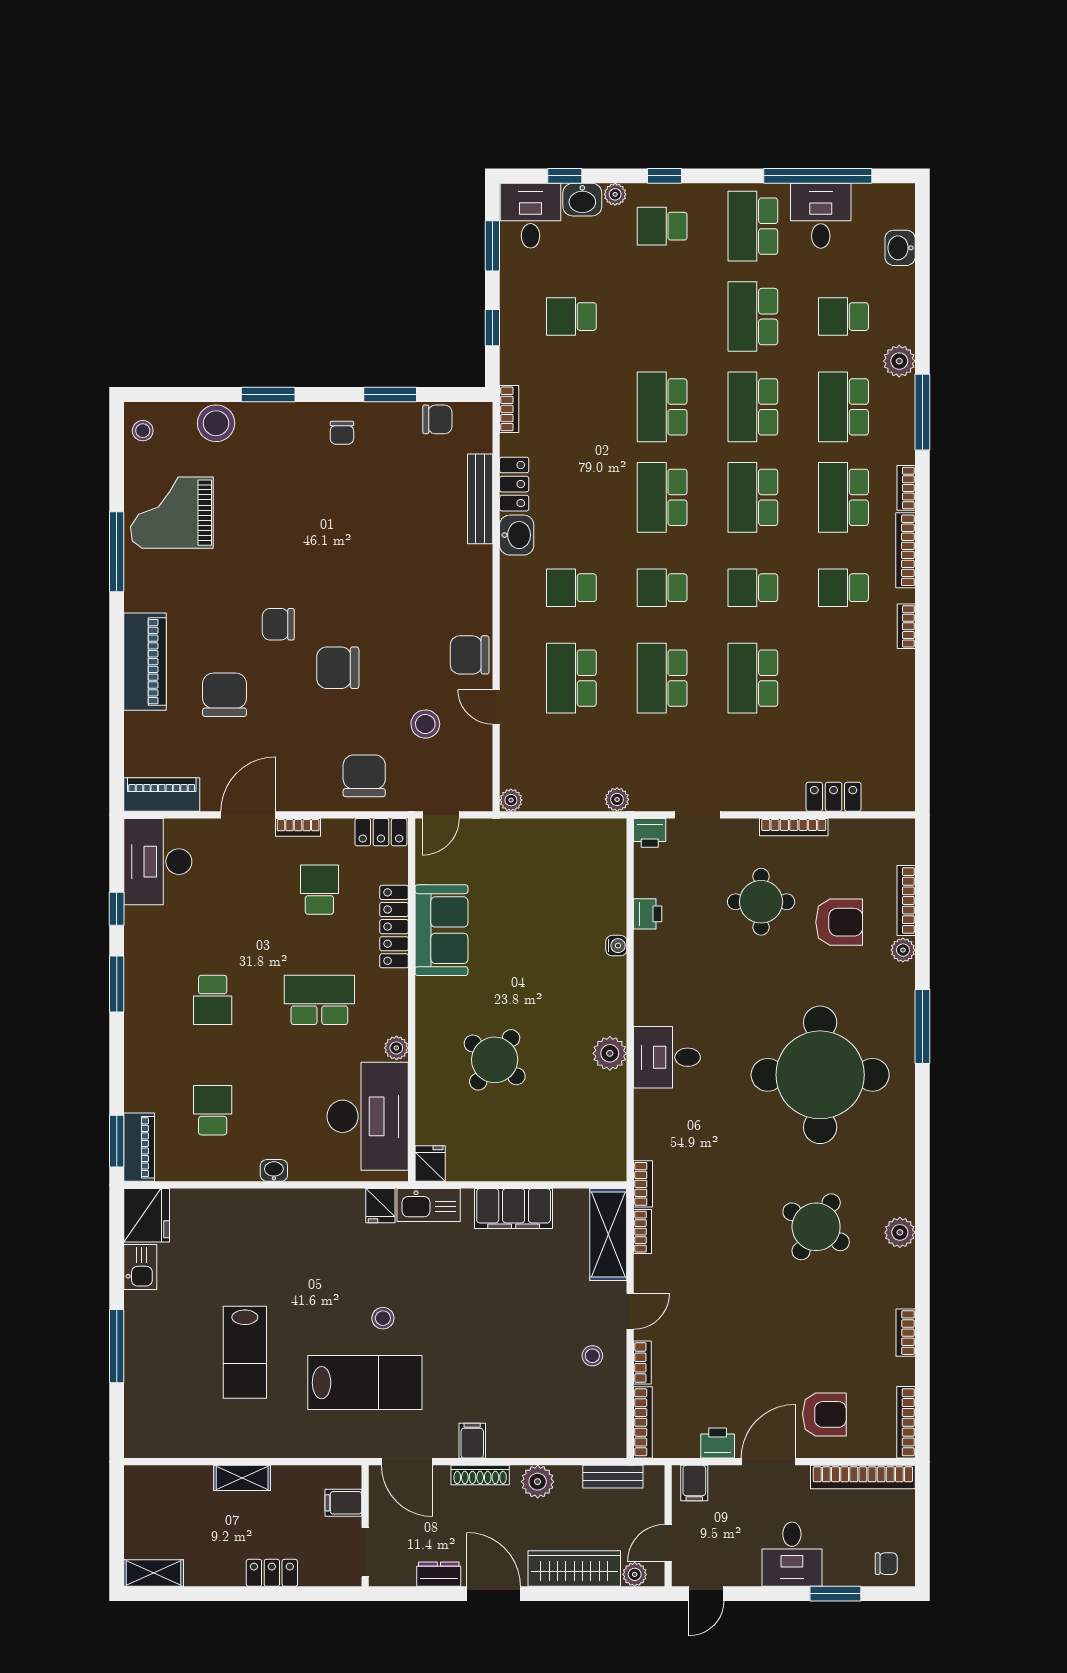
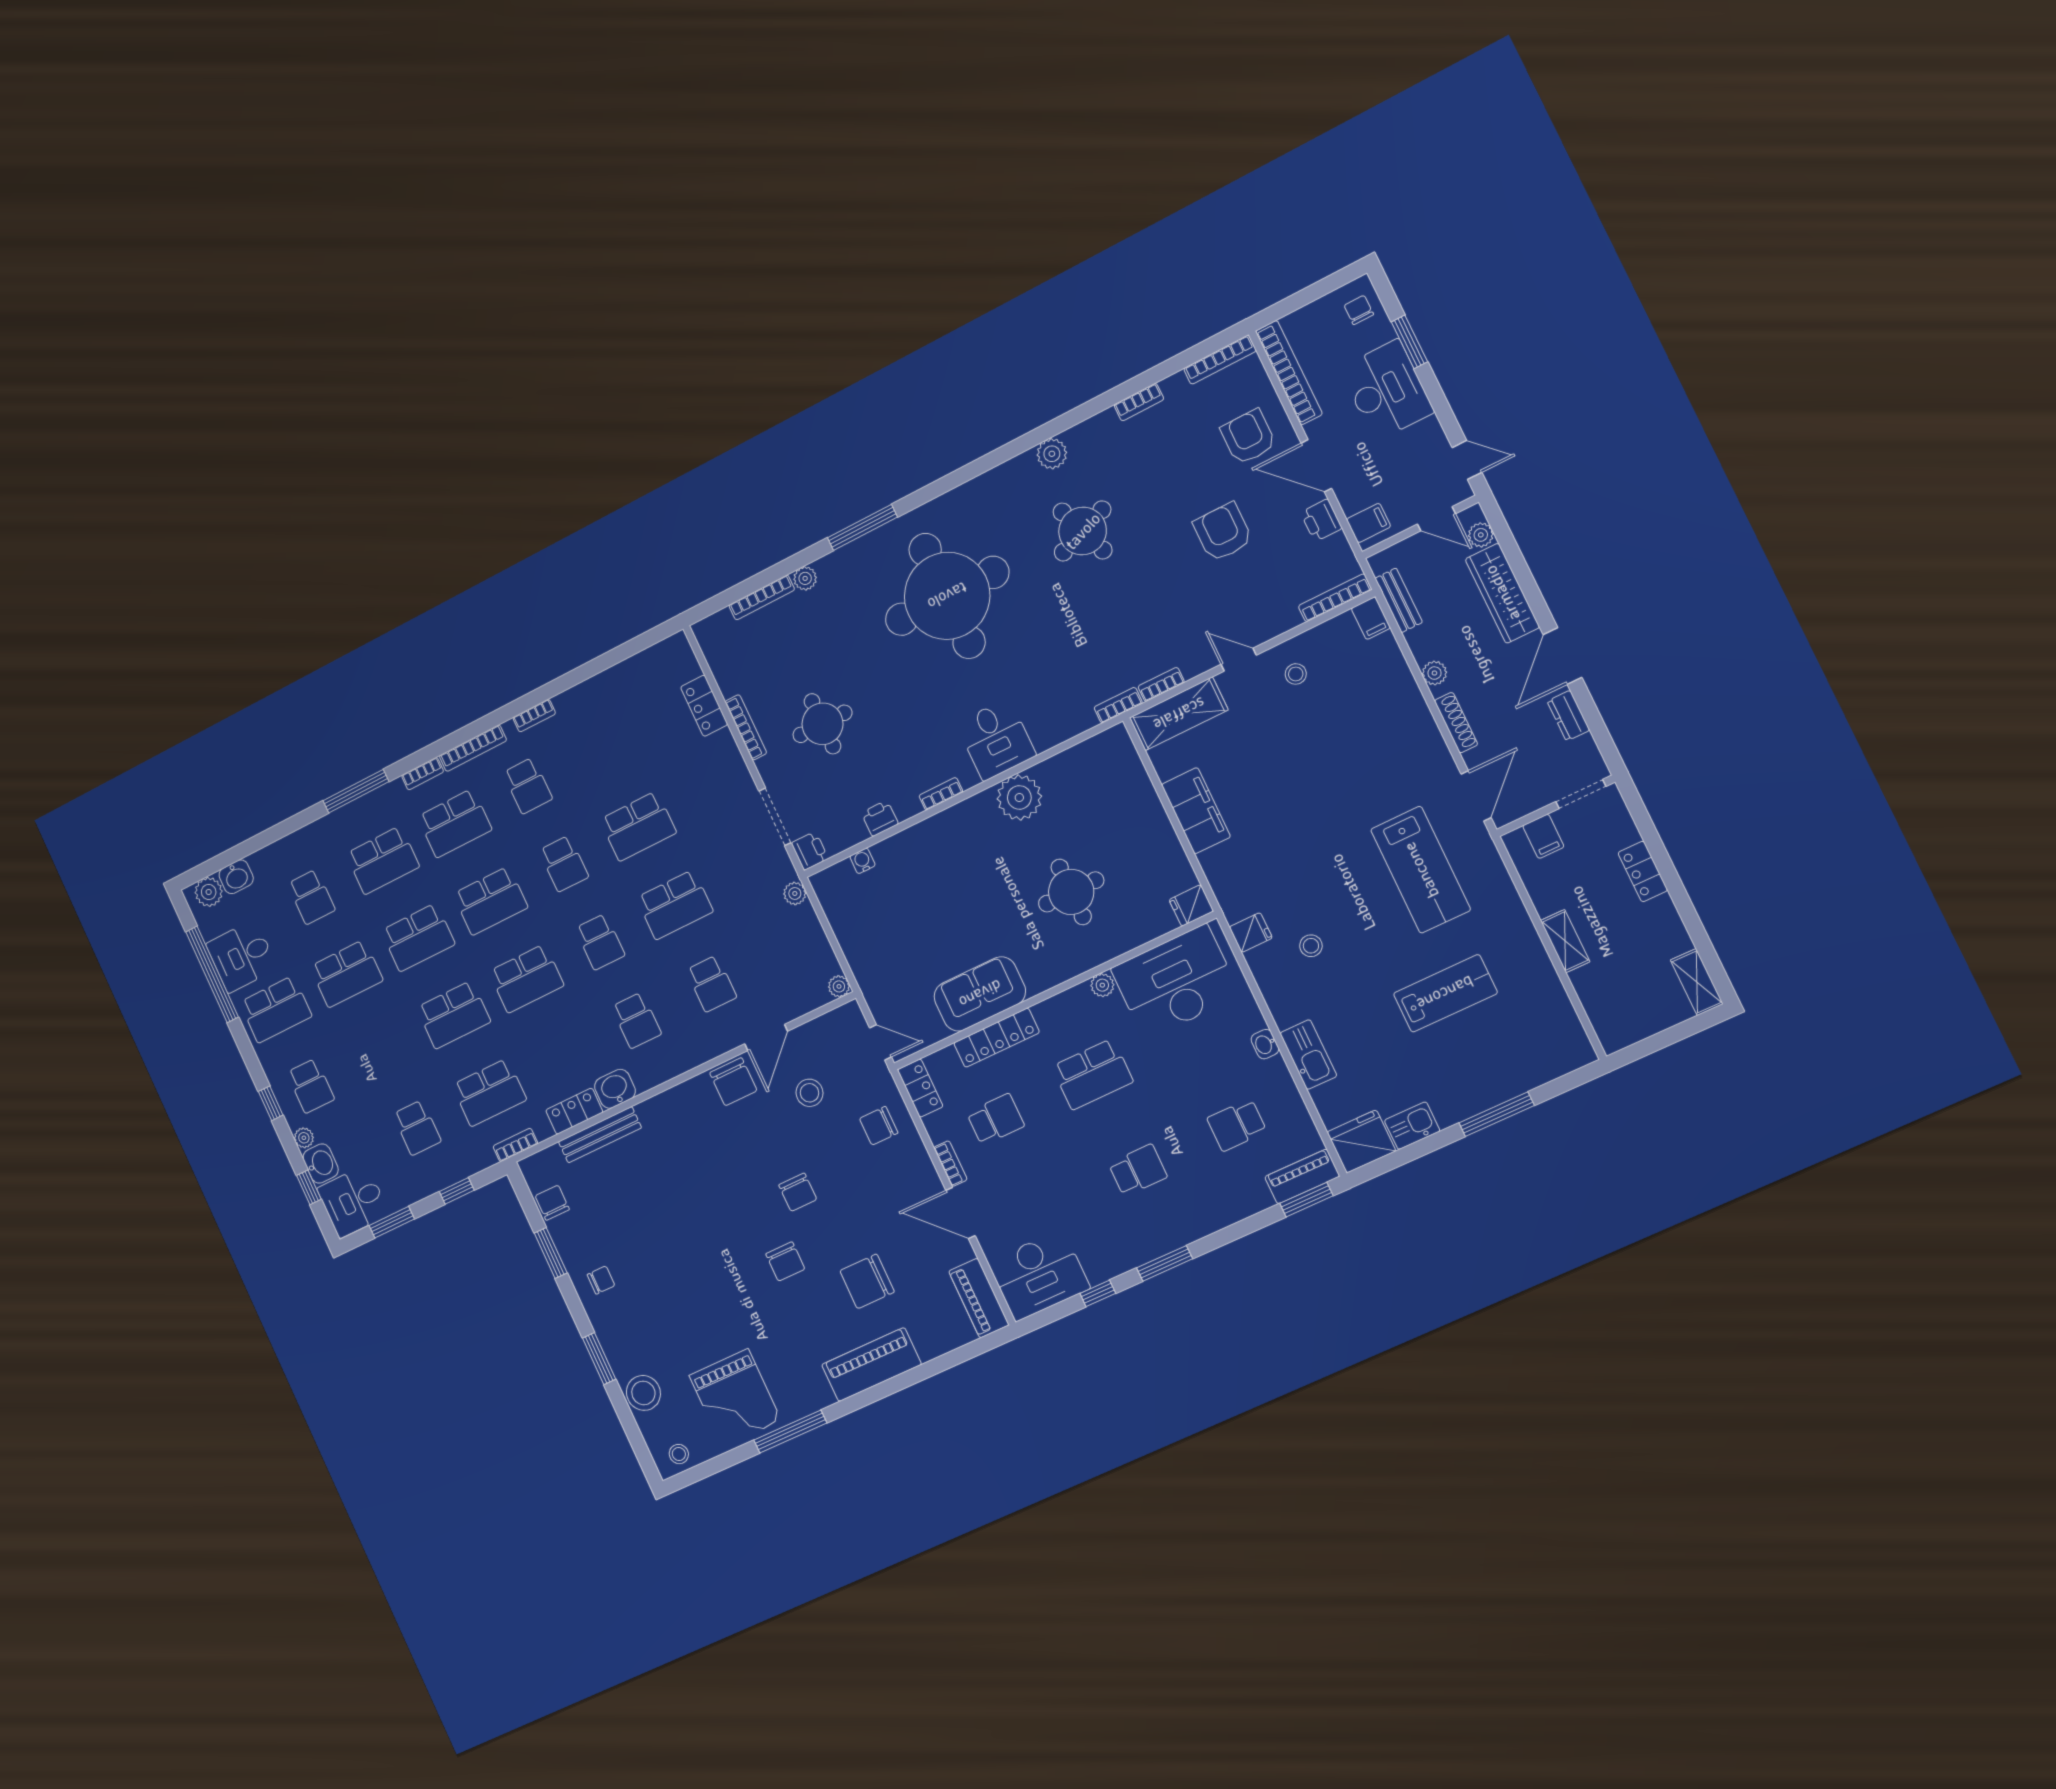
plant: (899, 361) -> (209, 892), moved
school desk: (571, 407) -> (489, 1092), added
chair: (338, 668) -> (798, 1192), width x0.73, depth x0.73
school desk: (571, 678) -> (711, 984), width x0.54
door: (496, 707) -> (766, 1038), width x1.37
chair: (364, 776) -> (879, 1126), width x0.73, depth x0.73
doorway: (697, 815) -> (775, 817), width x1.38
school desk: (319, 890) -> (996, 1119), turned 180
armchair: (839, 922) -> (1223, 532), moved
water cooler: (616, 946) -> (863, 861), moved
school desk: (319, 1000) -> (1092, 1074), turned -90
plant: (610, 1053) -> (1019, 797), width x1.36, depth x1.36
round table: (495, 1060) -> (1071, 892), turned -37
kitchen sink: (429, 1205) -> (1308, 1055), moved
round table: (816, 1227) -> (1083, 531), turned 37
stool: (383, 1318) -> (1311, 946), moved
bookcase: (642, 1362) -> (941, 794), moved
lab bench: (365, 1383) -> (1421, 870), turned 180
filing cabinet: (472, 1441) -> (1371, 618), moved, turned -90
plant: (538, 1482) -> (1434, 673), width x0.73, depth x0.73
desk: (792, 1554) -> (1387, 390), width x1.37

